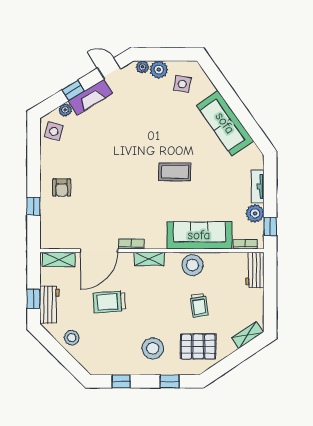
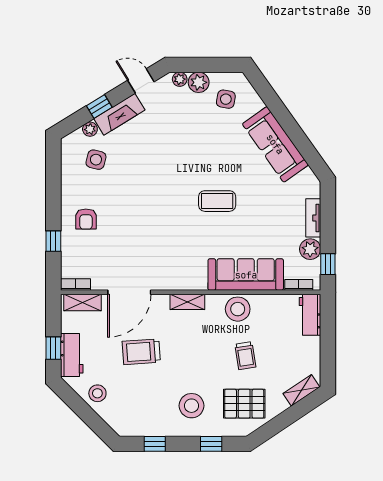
side table: (54, 131) -> (96, 160), moved
bookcase: (131, 244) -> (75, 285), moved

